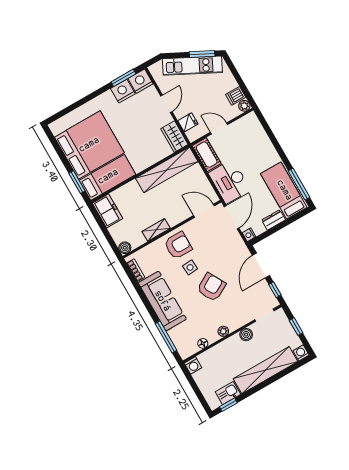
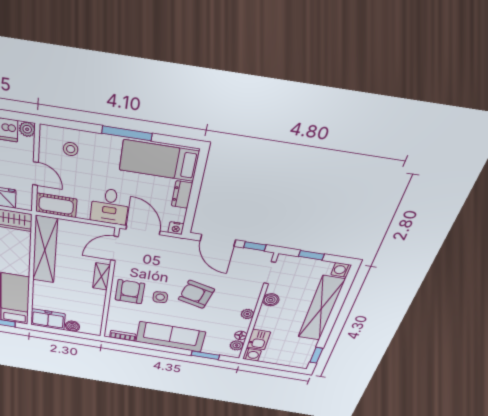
door: (219, 128) -> (35, 174), swing flipped
stool: (251, 138) -> (71, 149), added
desk: (229, 182) -> (110, 206), width x0.73
window: (299, 184) -> (127, 133), moved
shelving: (156, 230) -> (101, 277), moved
boiler: (125, 248) -> (72, 326), moved
armchair: (211, 287) -> (196, 294), turned -47
window: (166, 337) -> (205, 355), width x0.69
plant: (192, 349) -> (237, 345), added
kitchen sink: (228, 393) -> (259, 340), moved, turned 180

